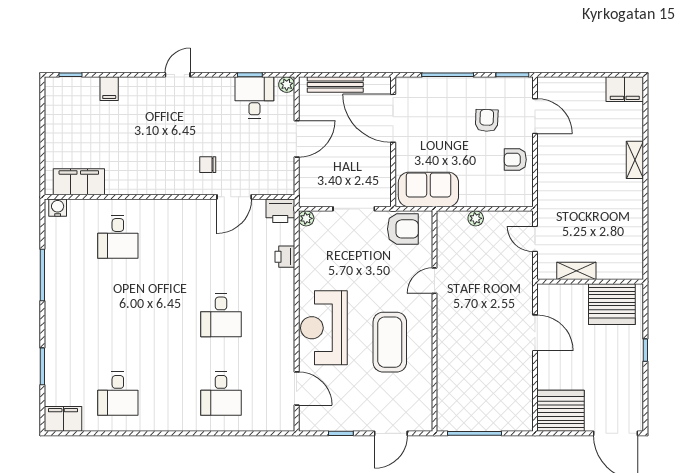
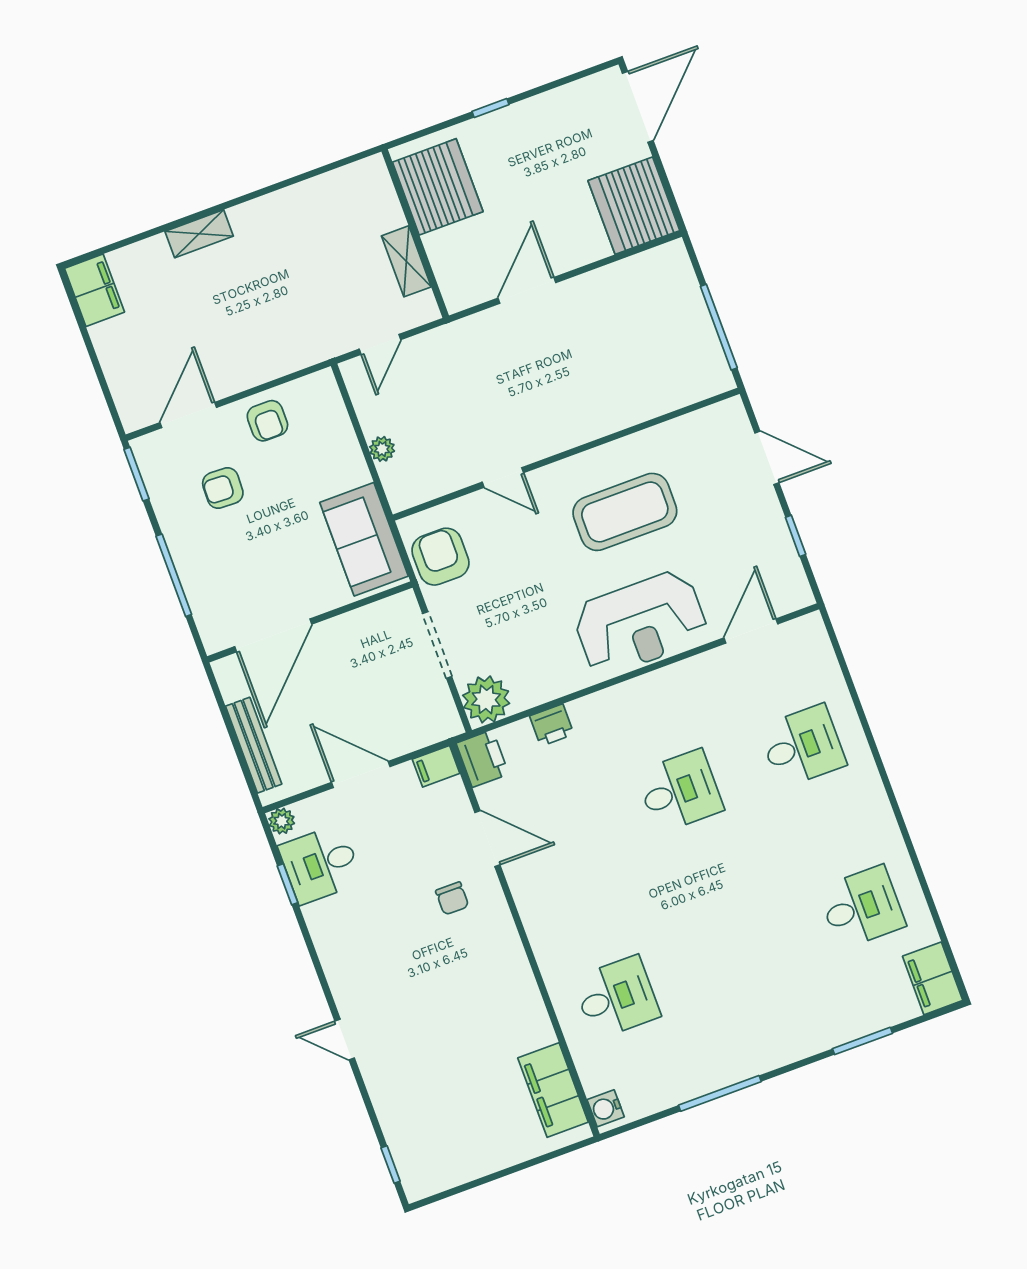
door: (178, 75) -> (345, 1040), moved
filing cabinet: (109, 89) -> (436, 766), moved, turned 180
plant: (306, 218) -> (486, 699), width x1.88, depth x1.88

